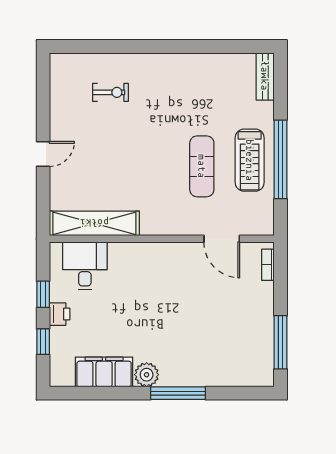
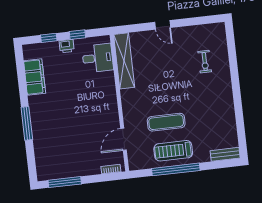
plant: (147, 375) -> (36, 103), removed

